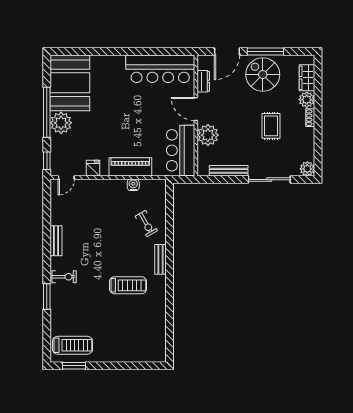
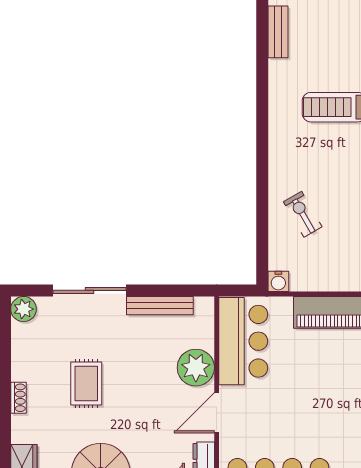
plant: (307, 100) -> (24, 429), removed
door: (196, 109) -> (217, 413), swing flipped
water cooler: (133, 185) -> (278, 281), moved
bench: (160, 259) -> (278, 32), moved

